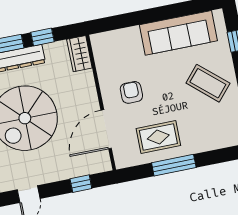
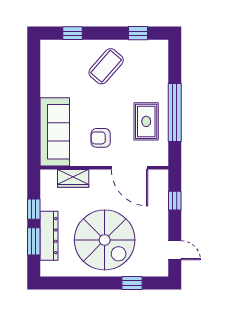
sofa: (178, 33) -> (55, 132), moved
wardrobe: (79, 54) -> (73, 178), moved
window: (174, 165) -> (175, 112), width x1.46

